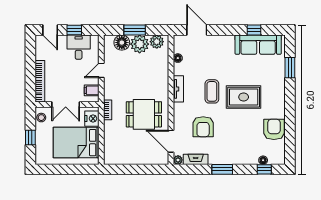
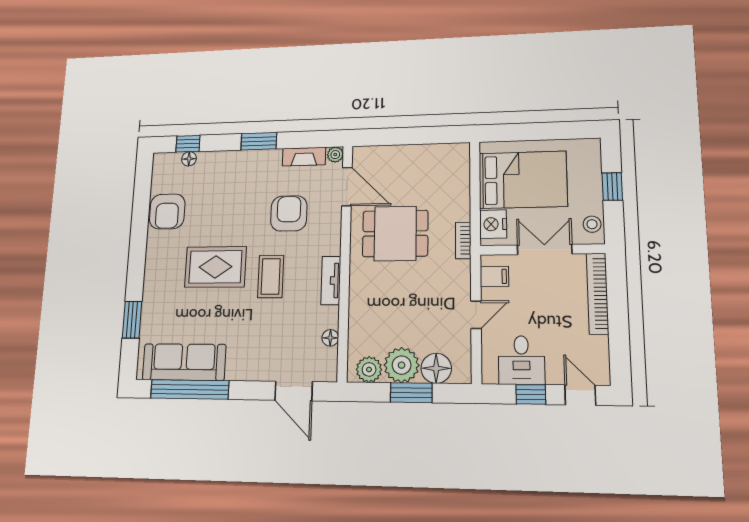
window: (254, 30) -> (190, 389), width x3.17

